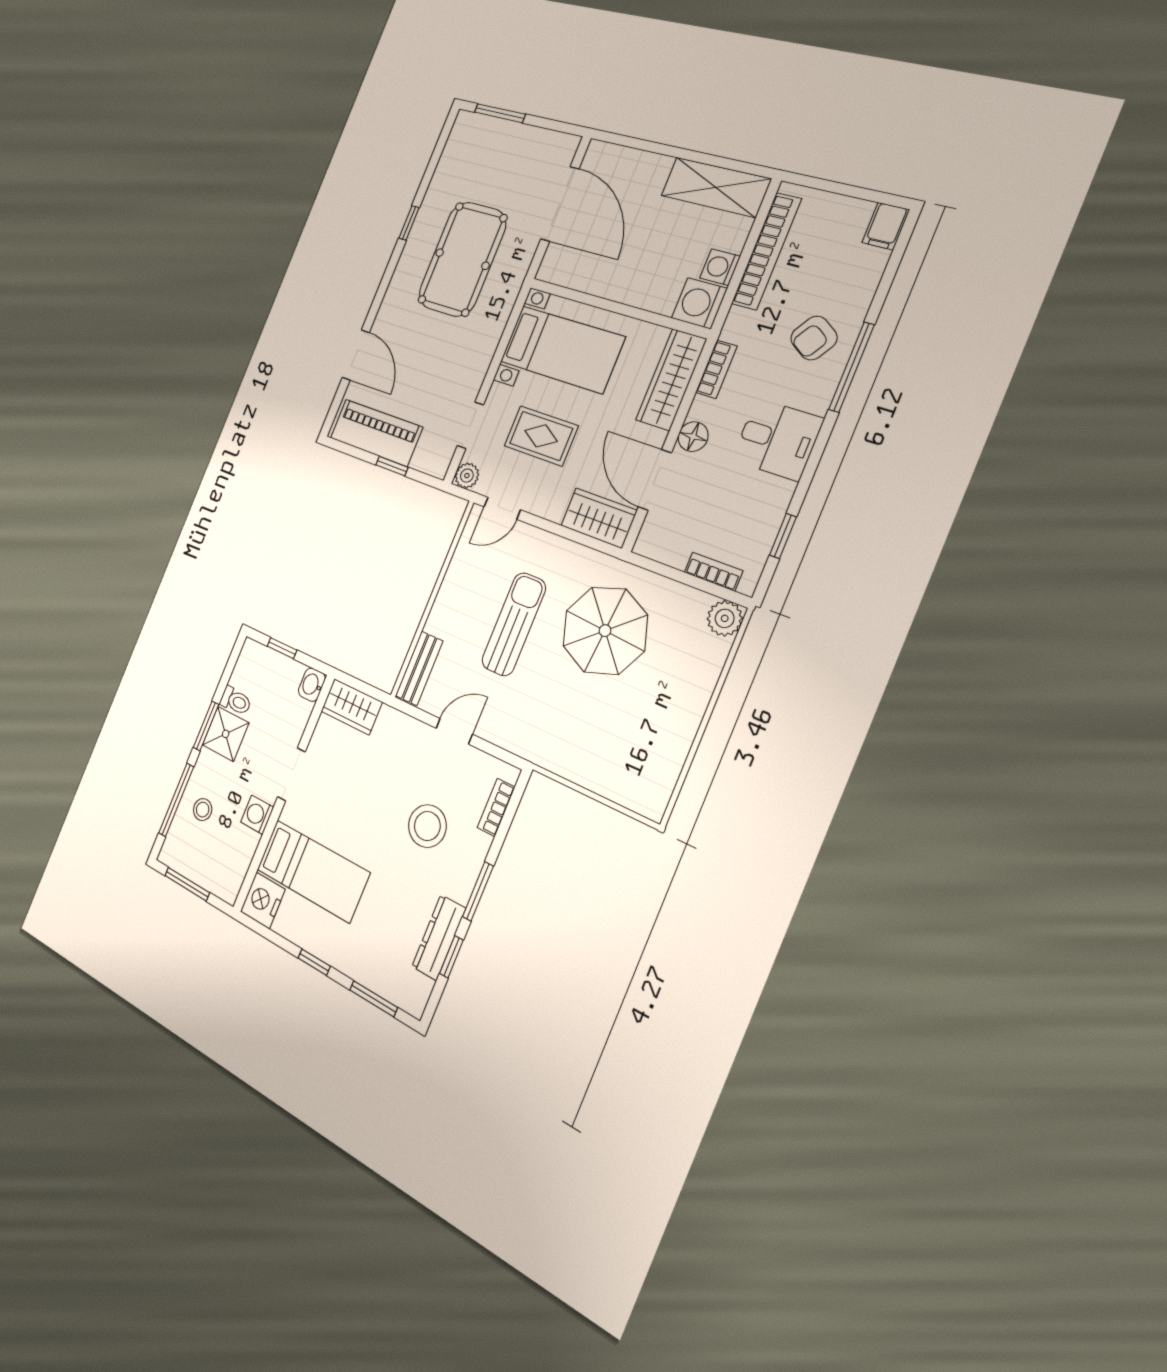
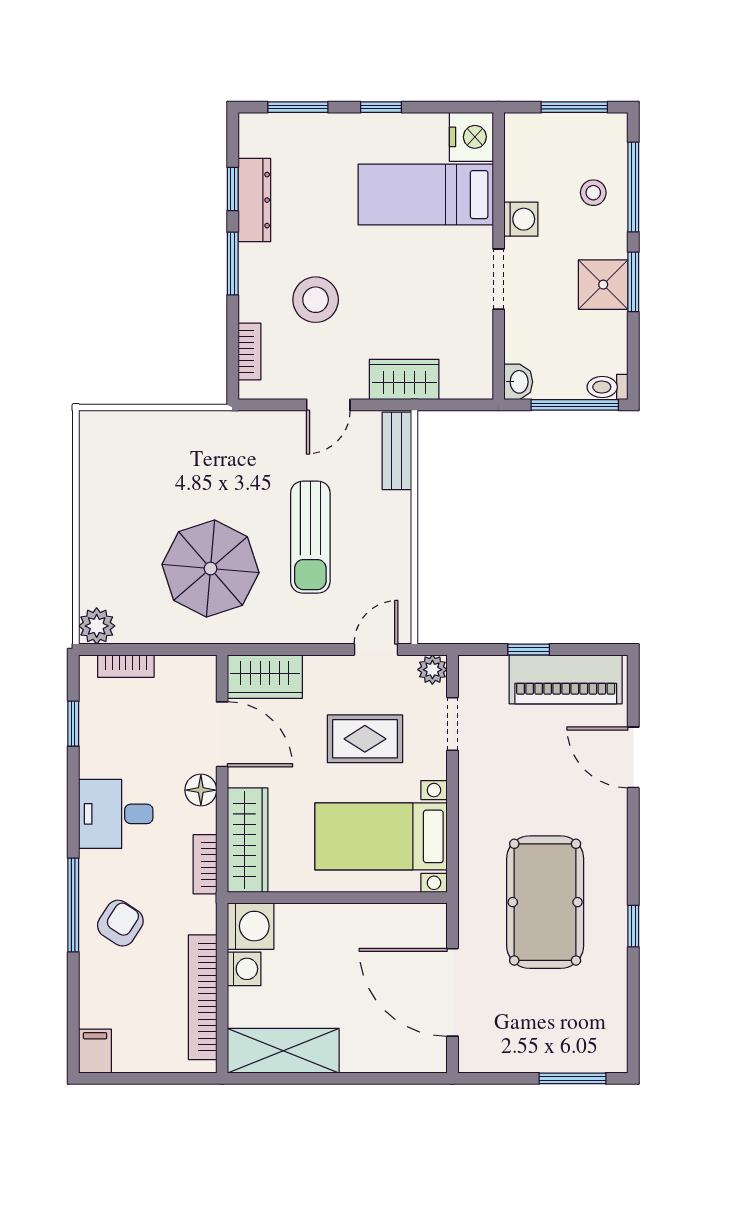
window: (282, 648) -> (575, 405), width x2.17
toilet: (236, 701) -> (608, 387), moved
wardrobe: (352, 707) -> (404, 379), moved

